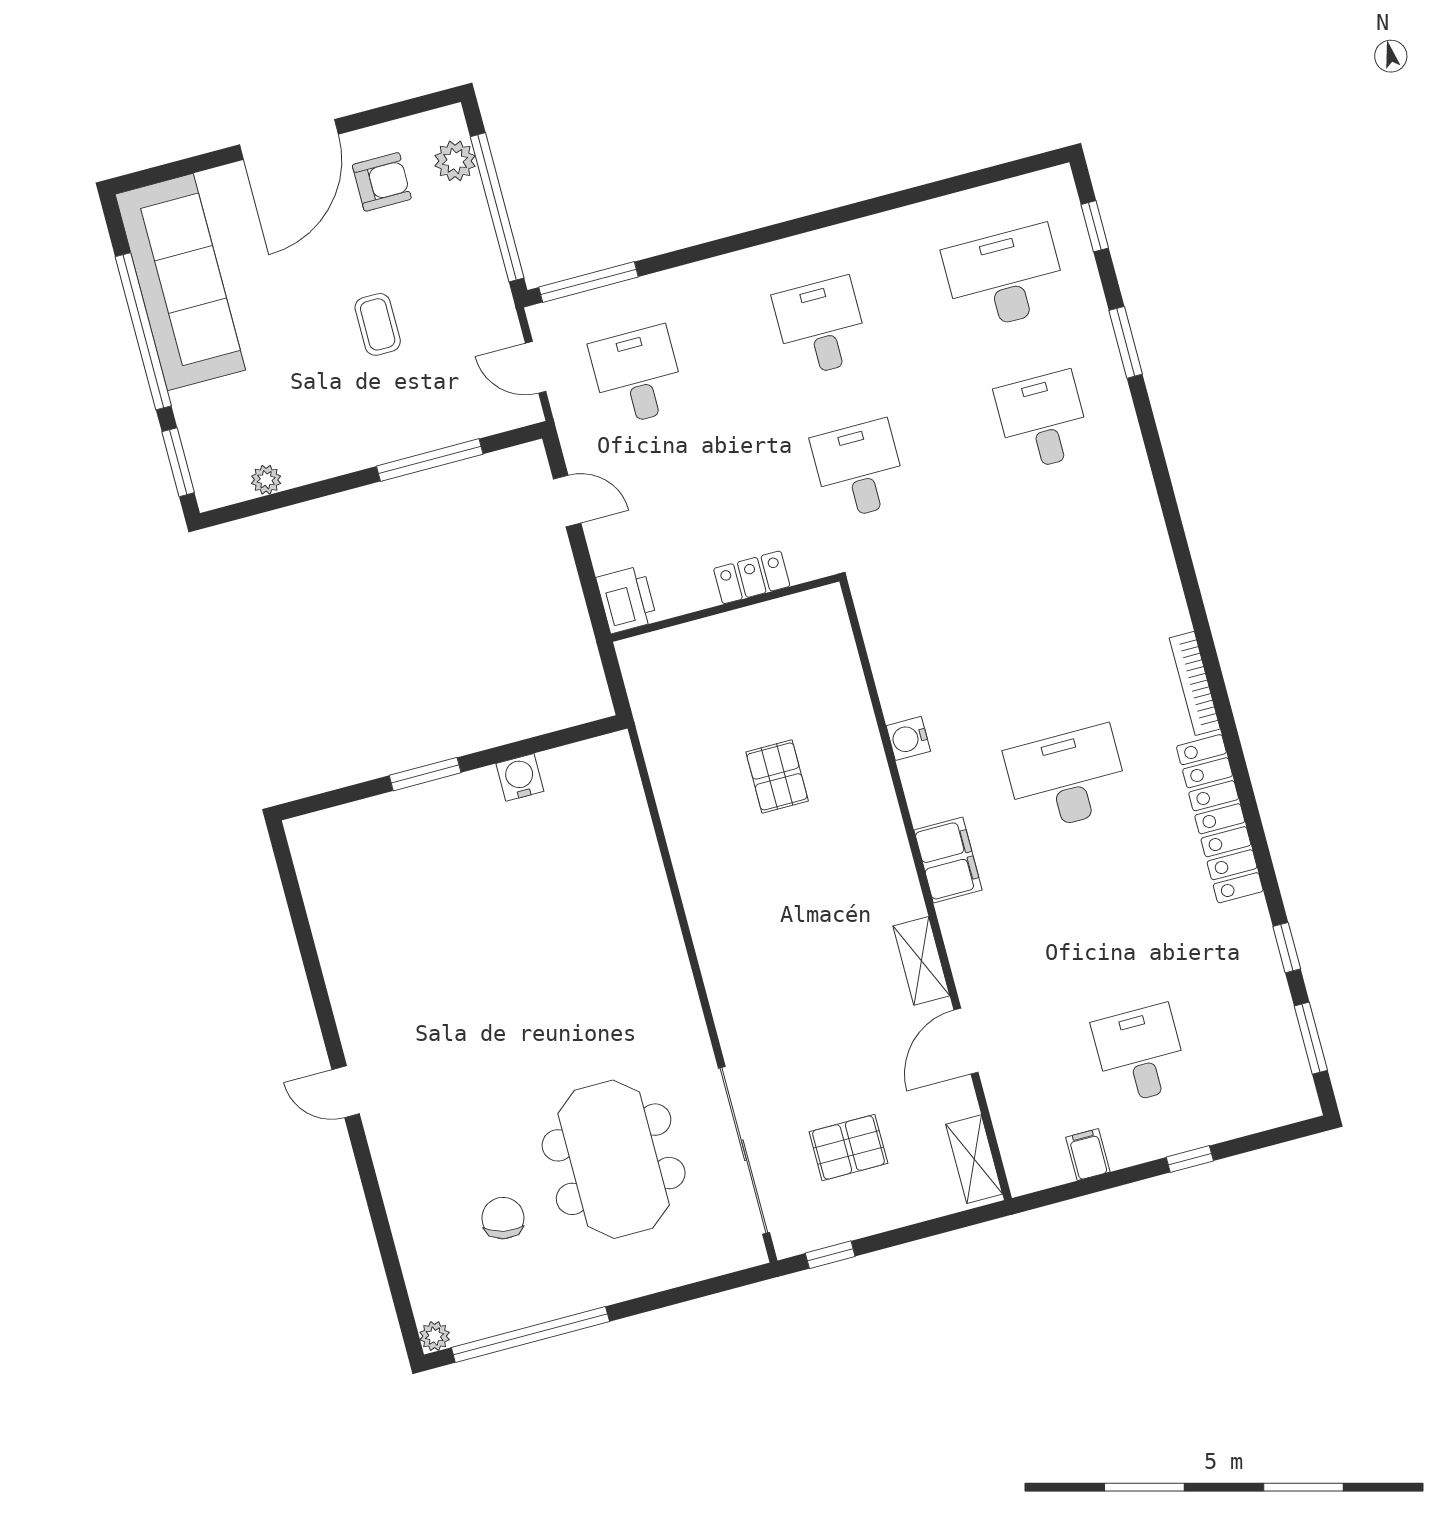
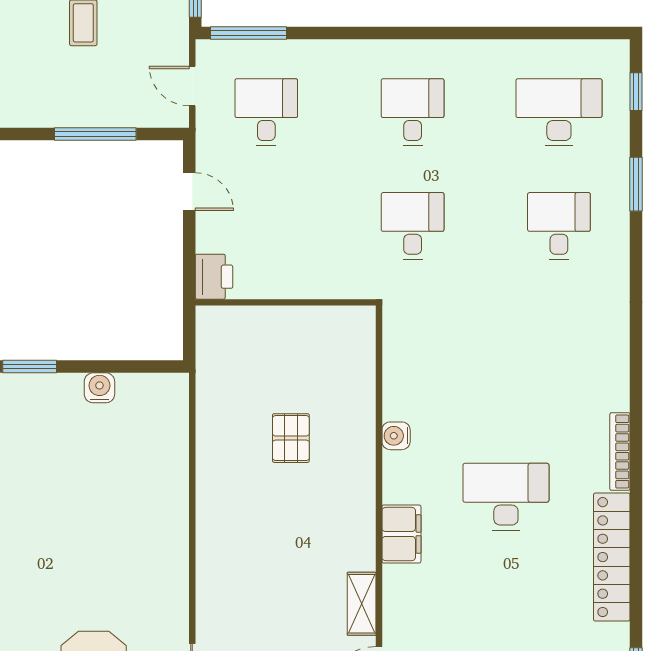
locker: (752, 577) -> (311, 285), removed

